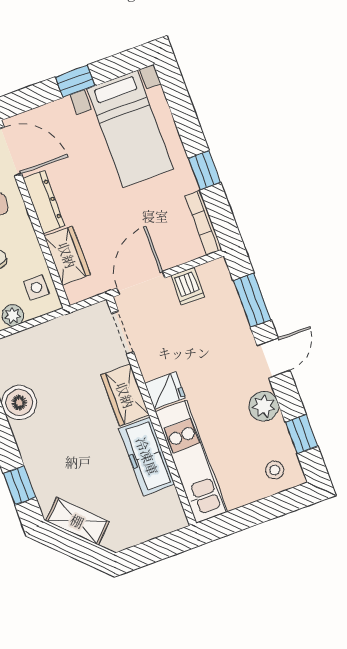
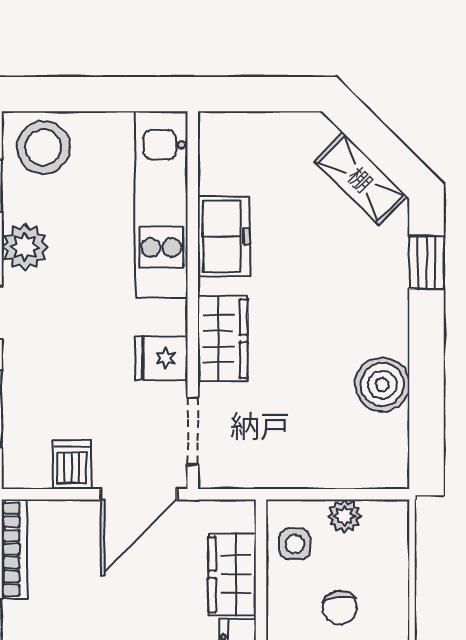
fridge: (165, 391) -> (161, 358), moved
freezer: (147, 456) -> (224, 236), width x0.71
stool: (275, 470) -> (43, 147), width x1.89, depth x1.89

